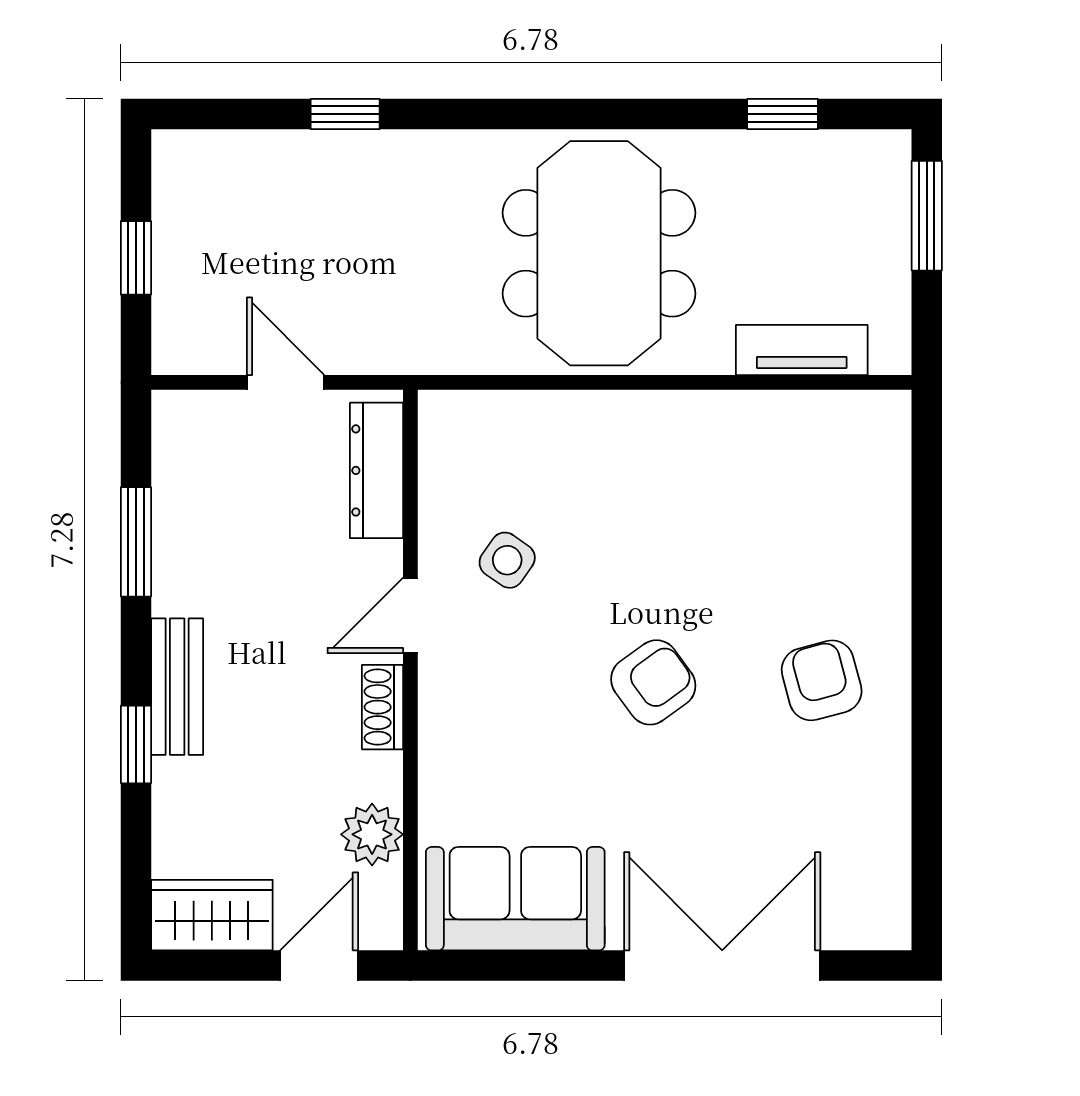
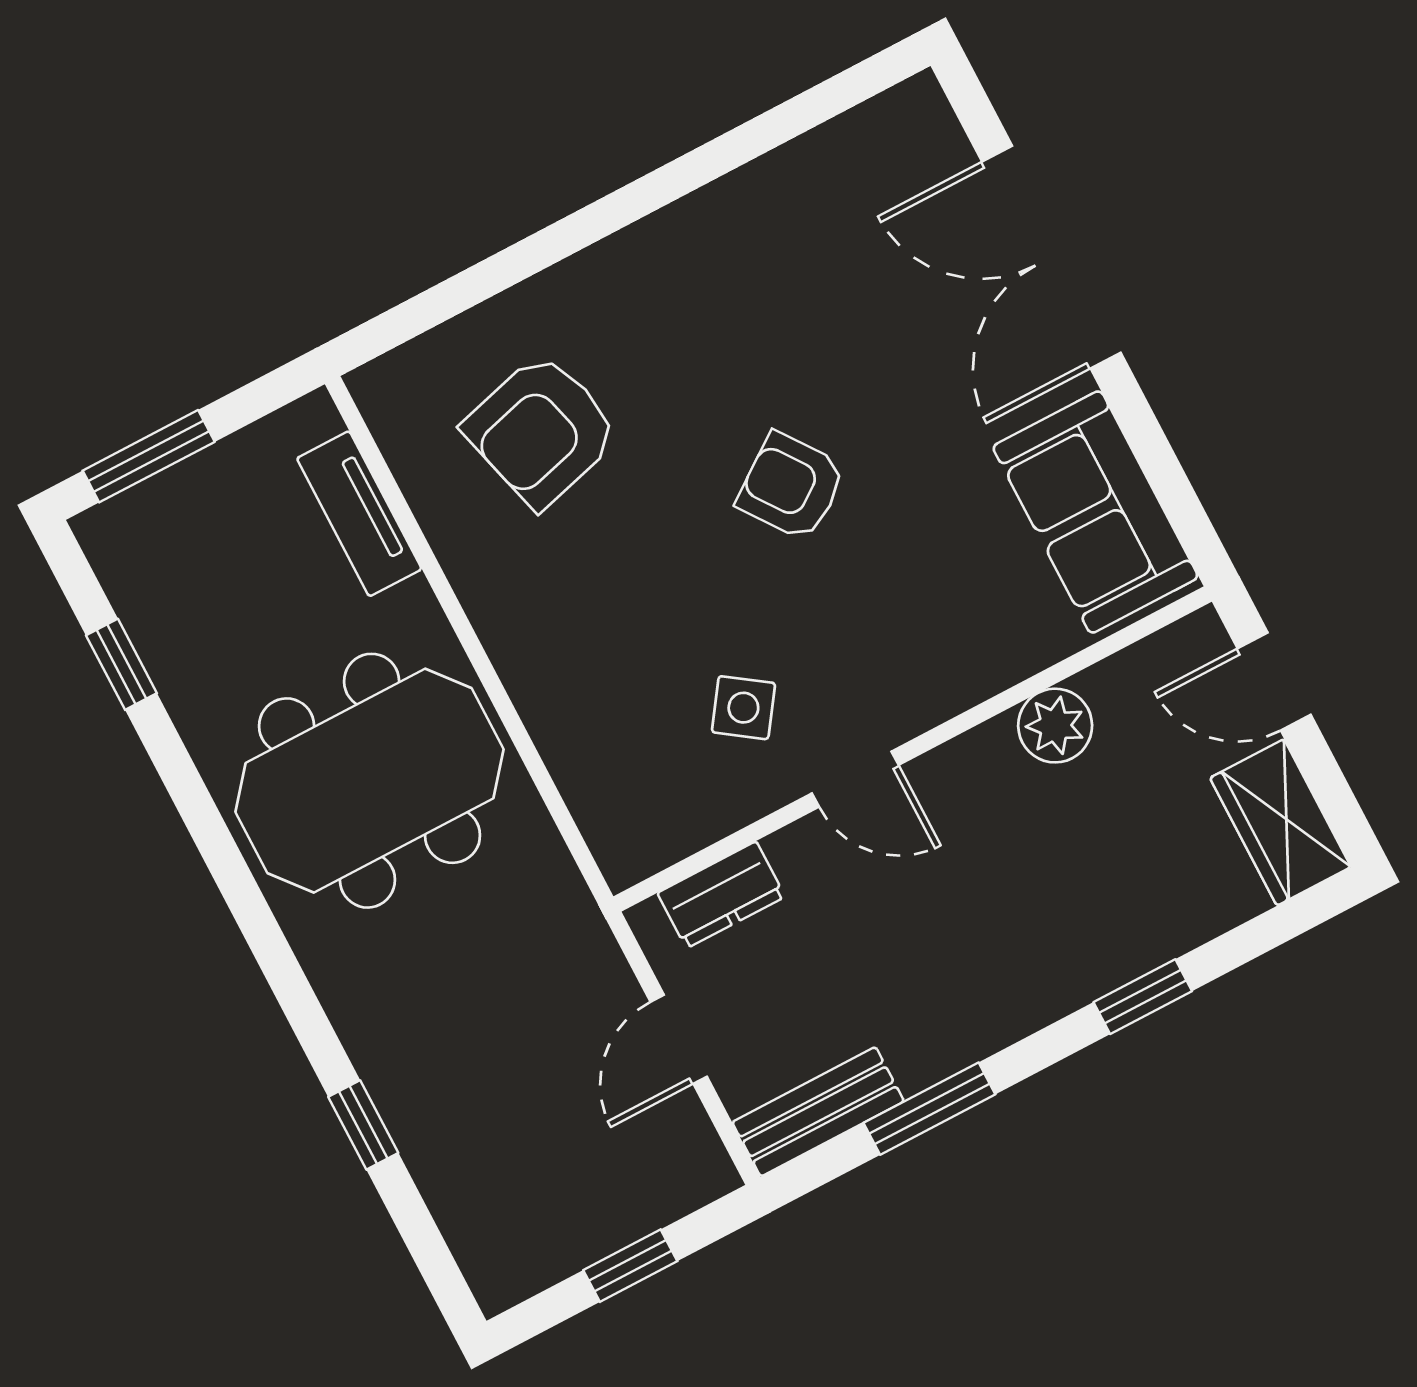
dresser: (377, 470) -> (721, 895), width x0.70
armchair: (822, 680) -> (542, 430), moved, width x1.38, depth x1.38
bench: (177, 687) -> (818, 1112), moved
shoe rack: (382, 707) -> (967, 758), removed
plant: (372, 834) -> (1055, 726), moved

